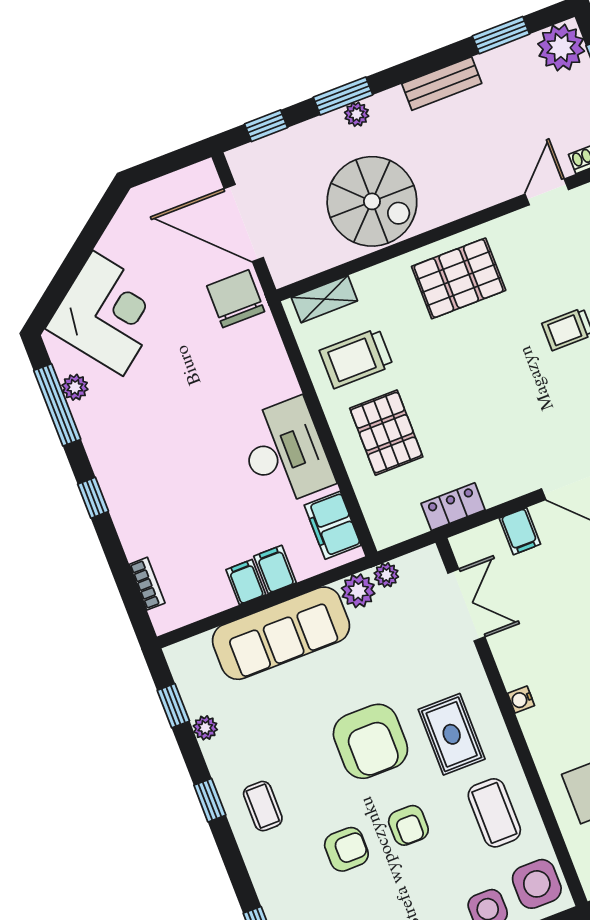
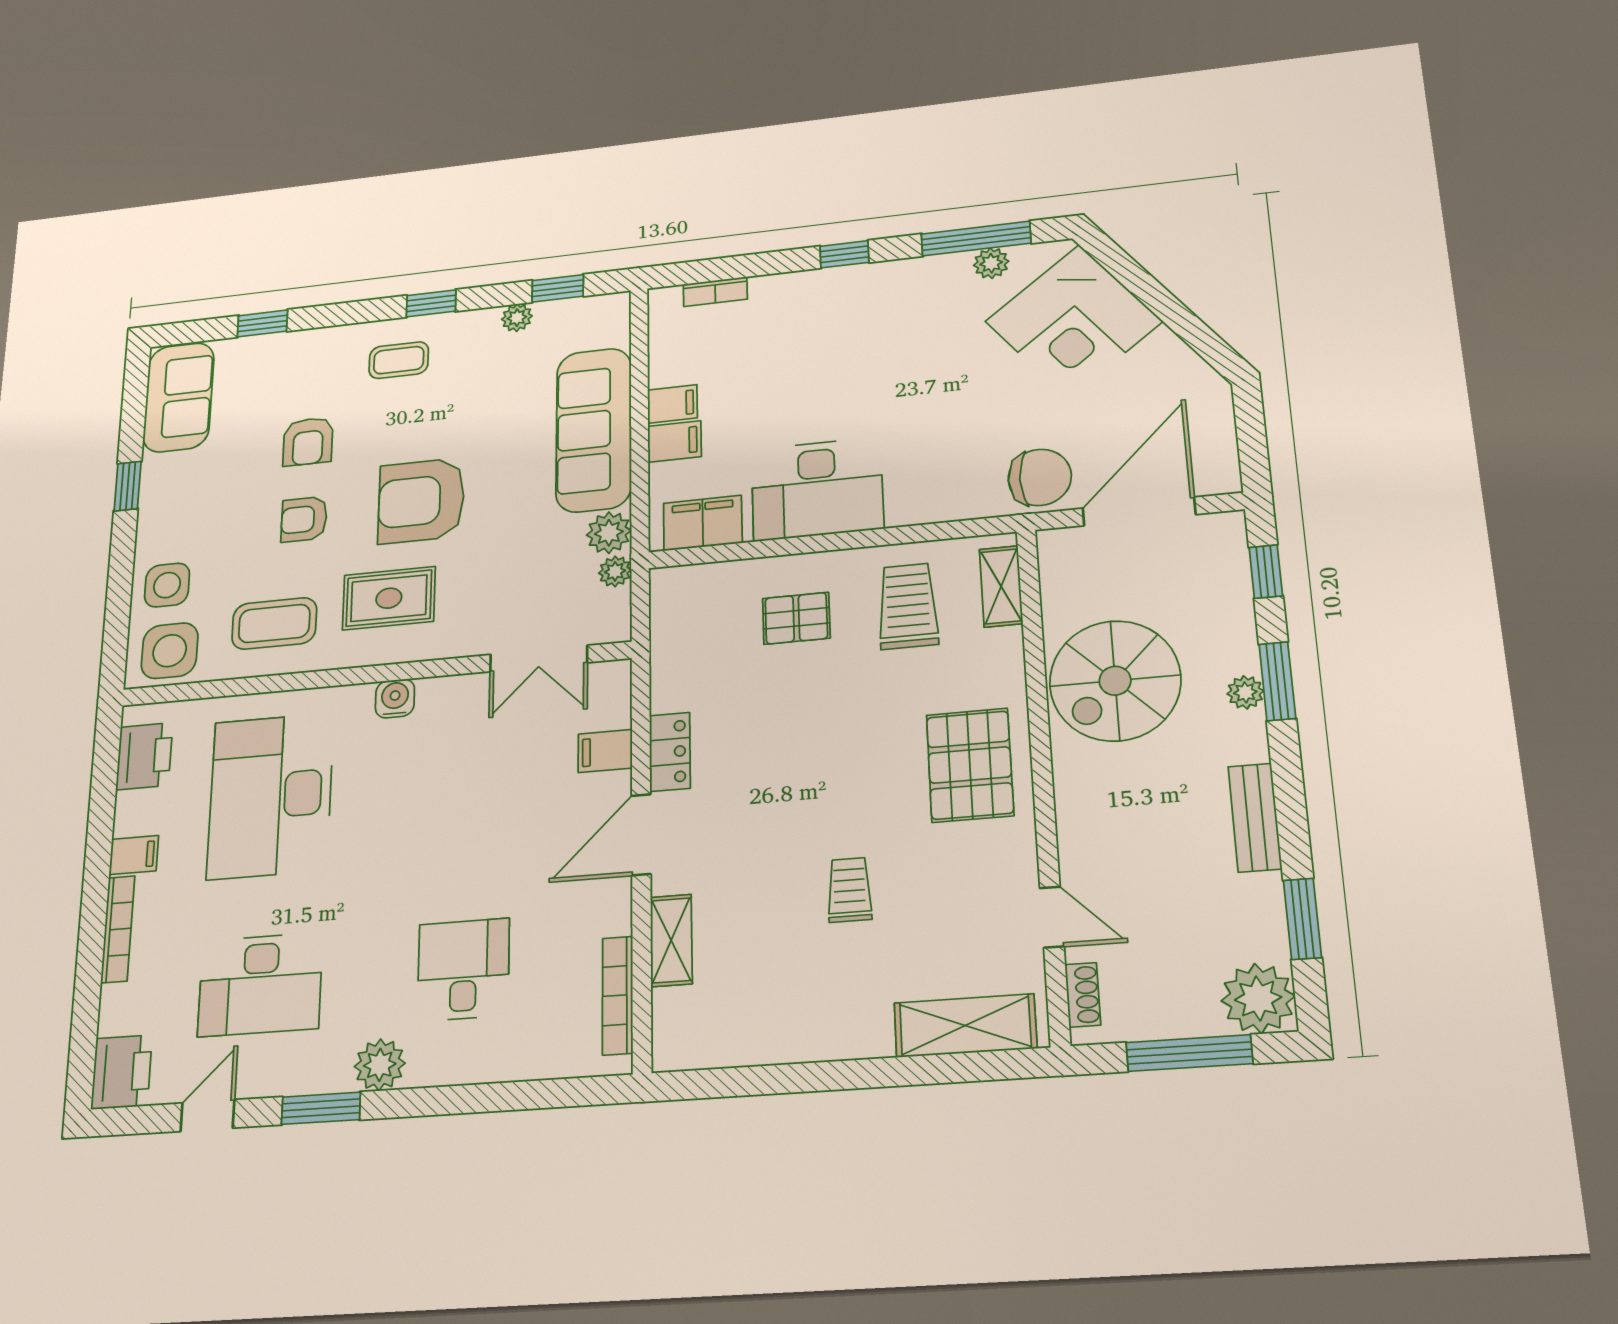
pallet: (386, 433) -> (796, 618), width x0.67, depth x0.71
locker: (453, 507) -> (670, 752), moved
water cooler: (521, 700) -> (395, 698), width x1.38, depth x1.38

